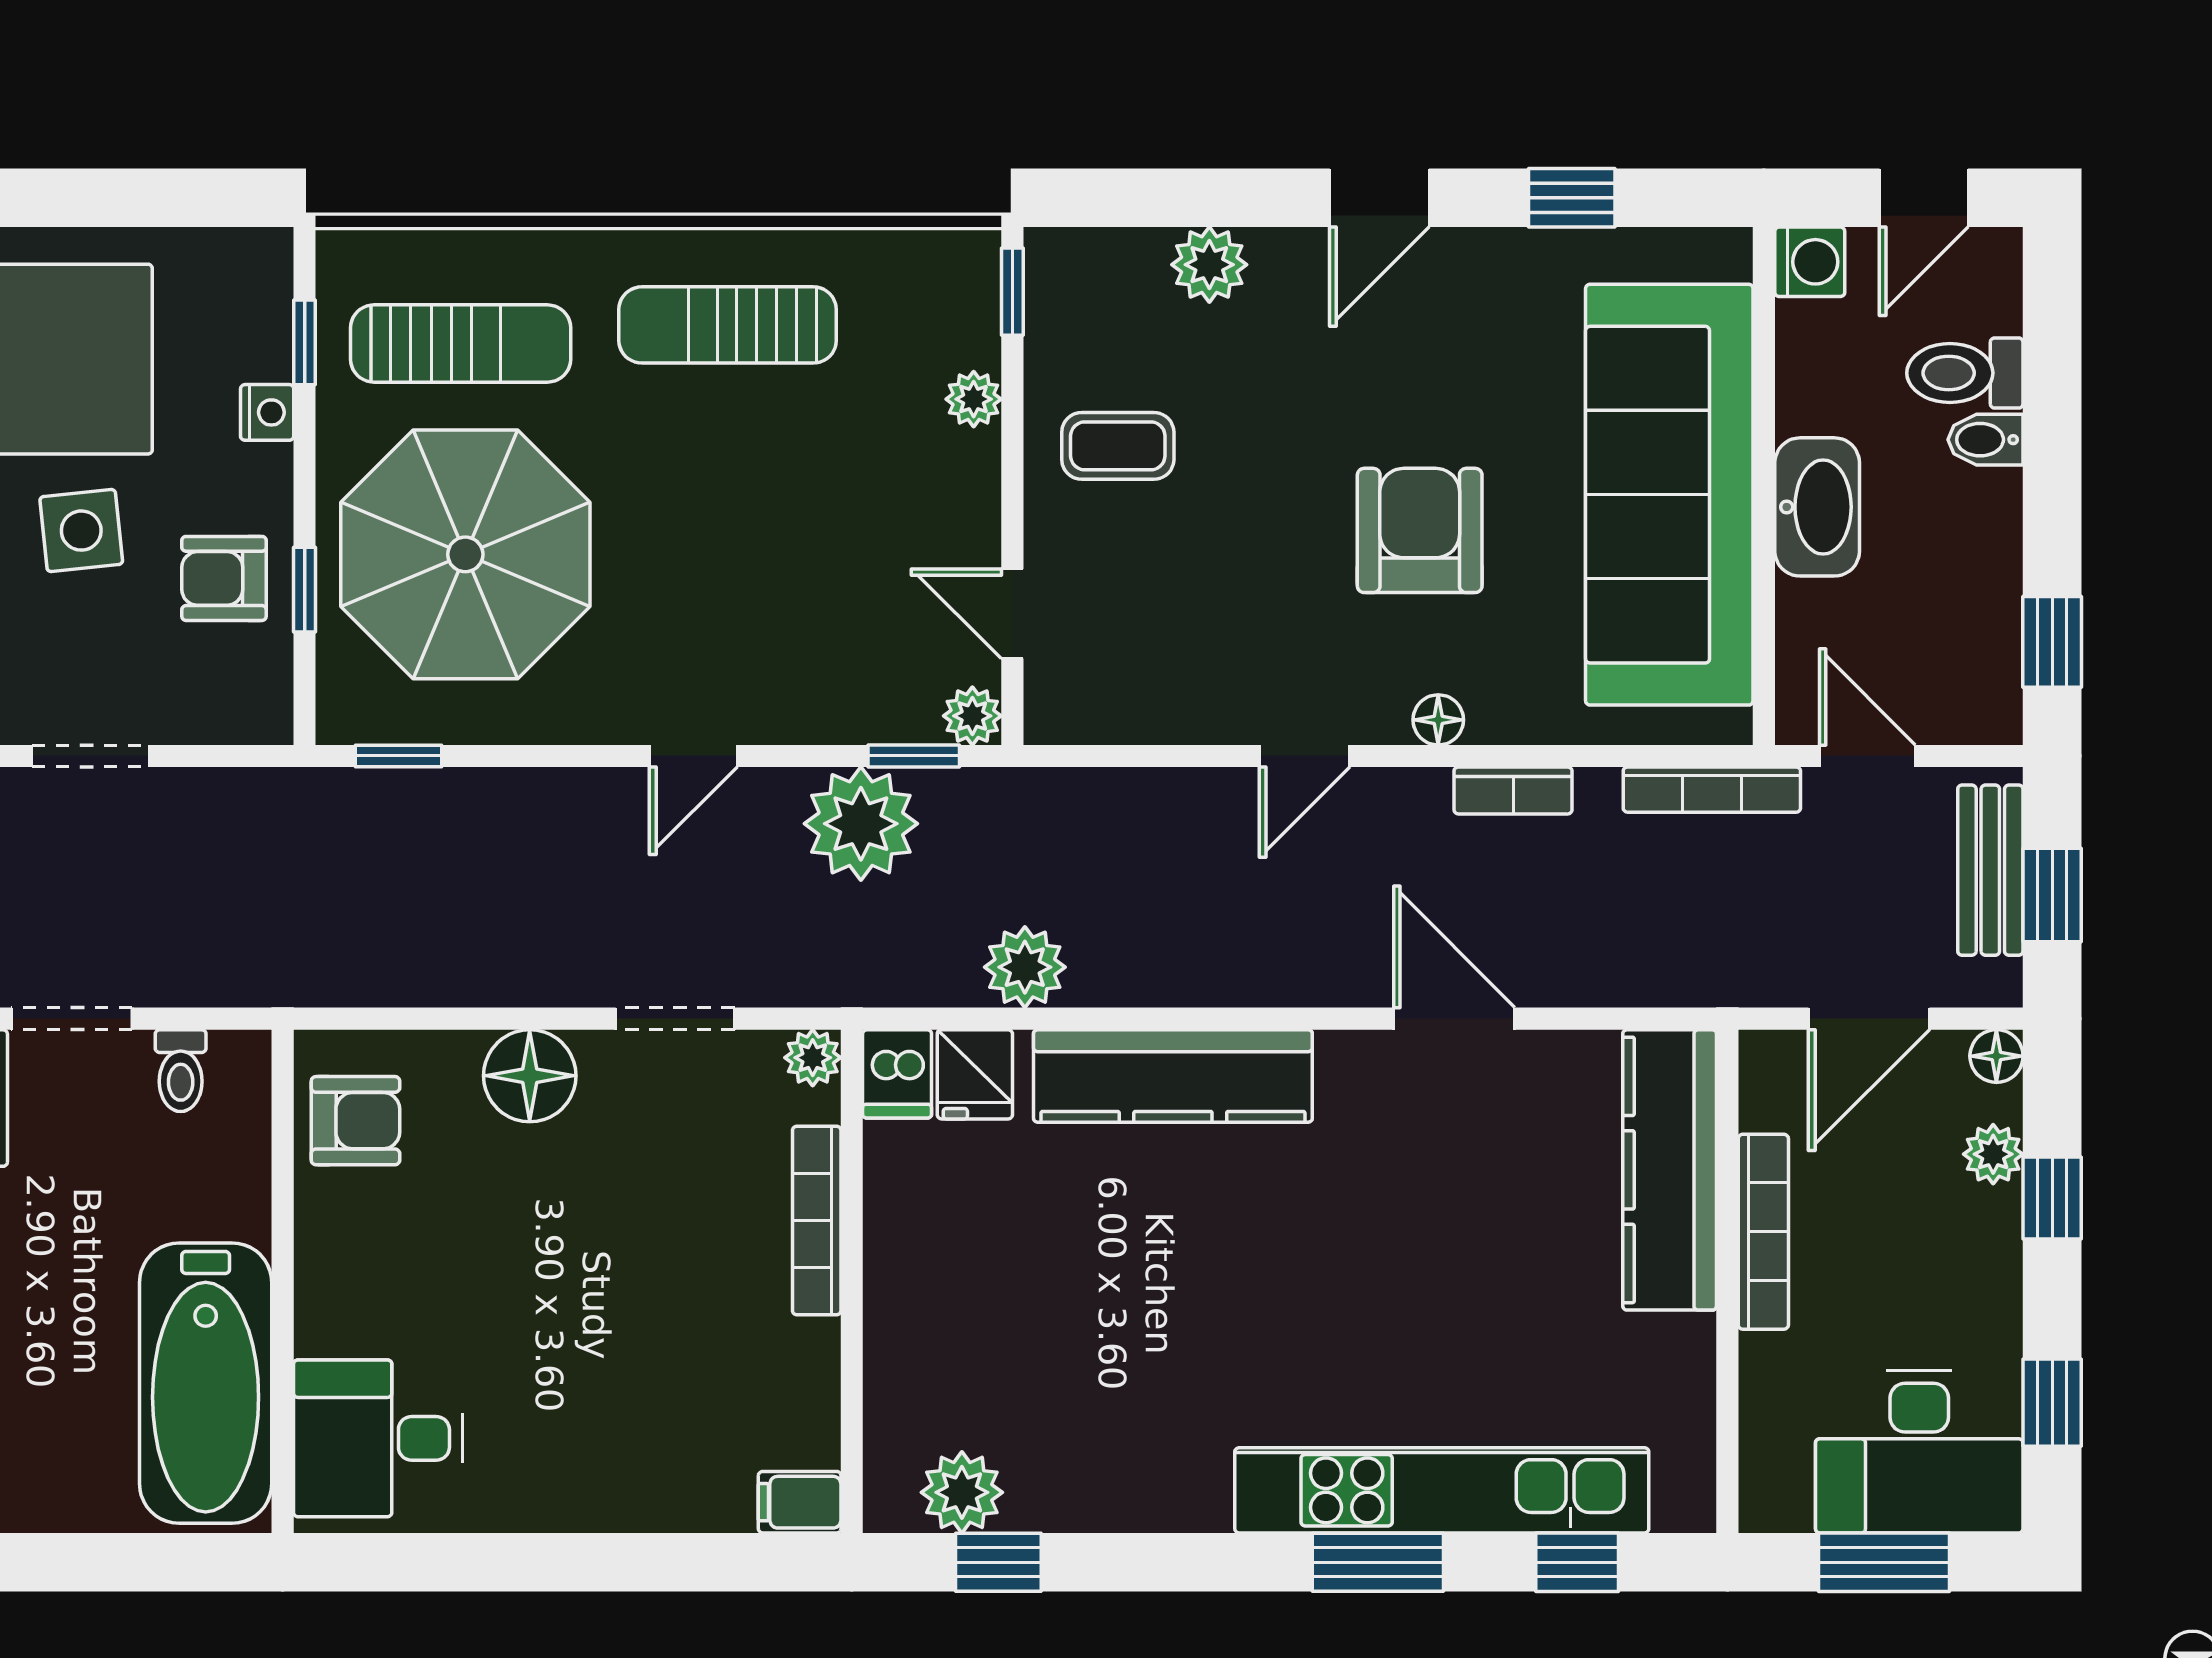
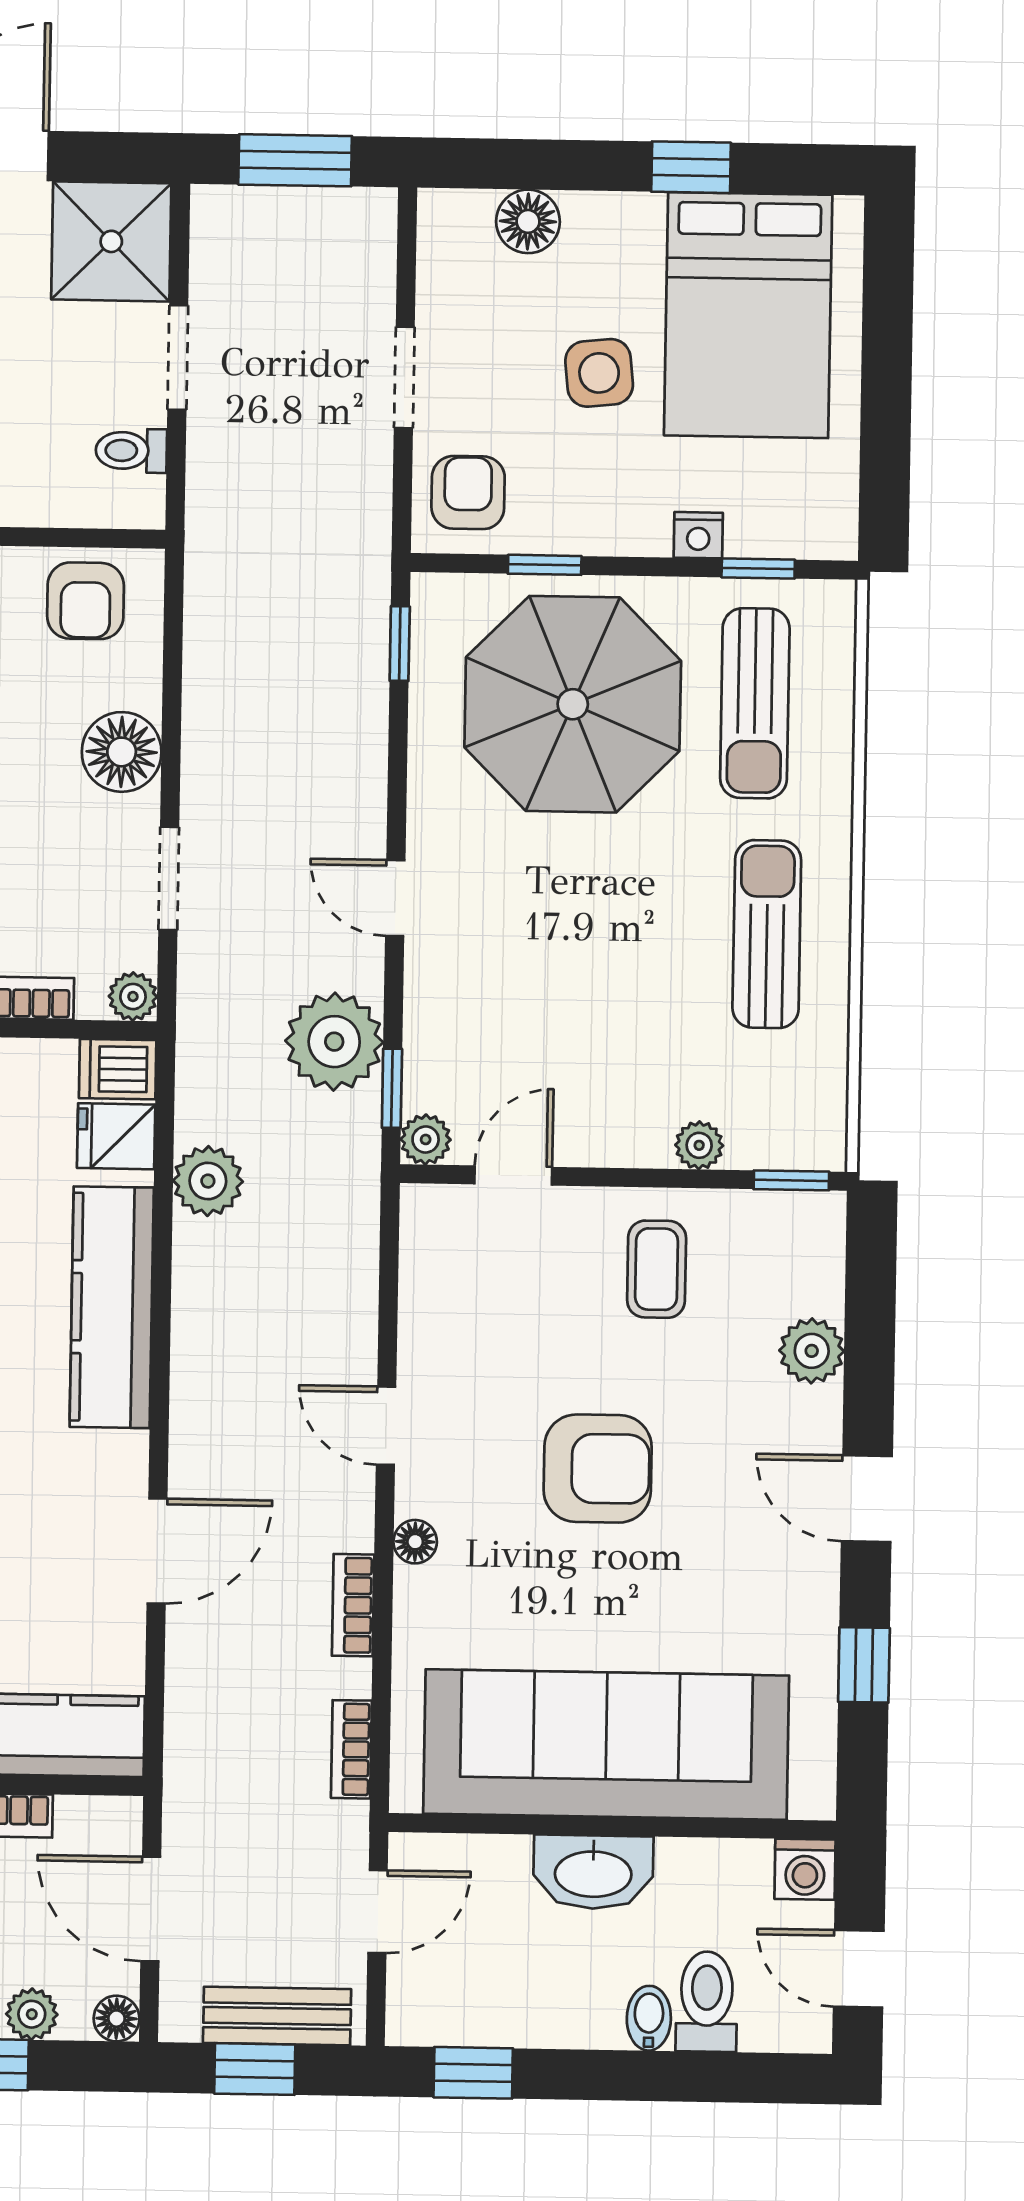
armchair: (1420, 530) -> (598, 1469), moved
armchair: (224, 578) -> (468, 493), moved
bookcase: (1712, 790) -> (351, 1749), width x0.64

